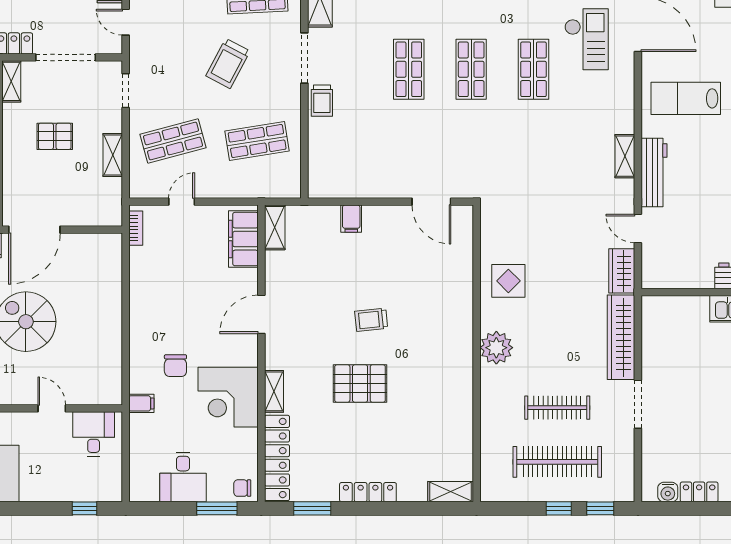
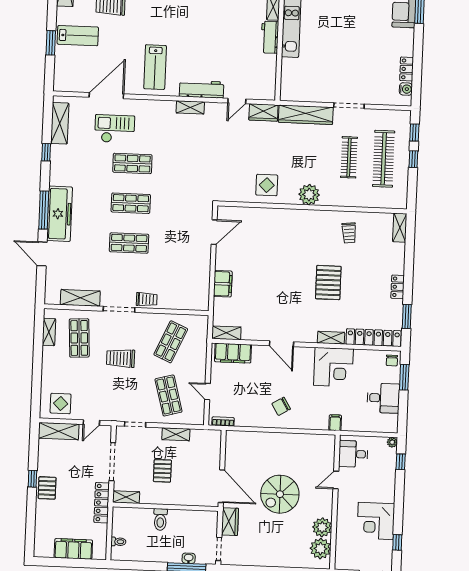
trolley: (228, 63) -> (120, 358), turned 152
shop shelf: (257, 141) -> (171, 342), turned 33
filing cabinet: (351, 219) -> (223, 284), width x2.00
trolley: (371, 320) -> (349, 233), moved
chair: (175, 366) -> (281, 406), moved, turned 149
locker: (368, 492) -> (398, 287), width x0.66
plant: (114, 494) -> (392, 442), added

